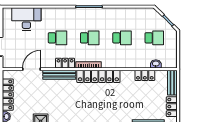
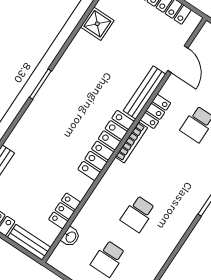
school desk: (90, 38) -> (168, 169), removed

